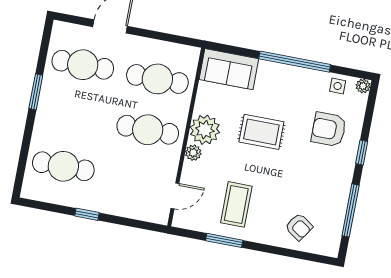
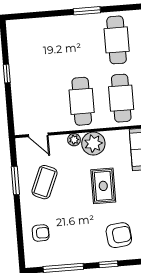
armchair: (329, 129) -> (119, 235), turned 84
cafe table: (63, 166) -> (37, 46), removed
coffee table: (236, 204) -> (44, 182), turned -67
armchair: (299, 227) -> (41, 233), turned -124

